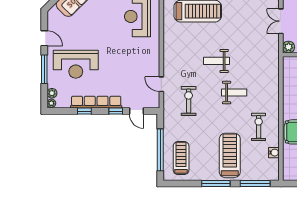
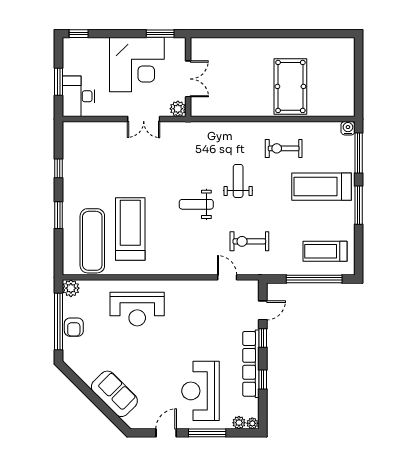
weight bench: (216, 61) -> (196, 204), turned 90
reception desk: (76, 64) -> (201, 391), turned 180
door: (161, 84) -> (227, 277), swing flipped
water cooler: (274, 153) -> (348, 128), moved

